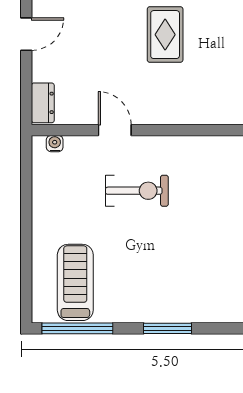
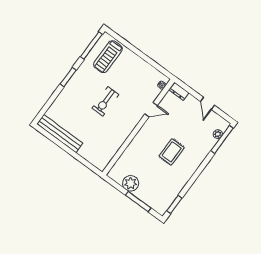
rug: (165, 35) -> (172, 152), turned 90
exercise bike: (137, 191) -> (105, 101), moved
treadmill: (75, 282) -> (108, 57), turned 90

